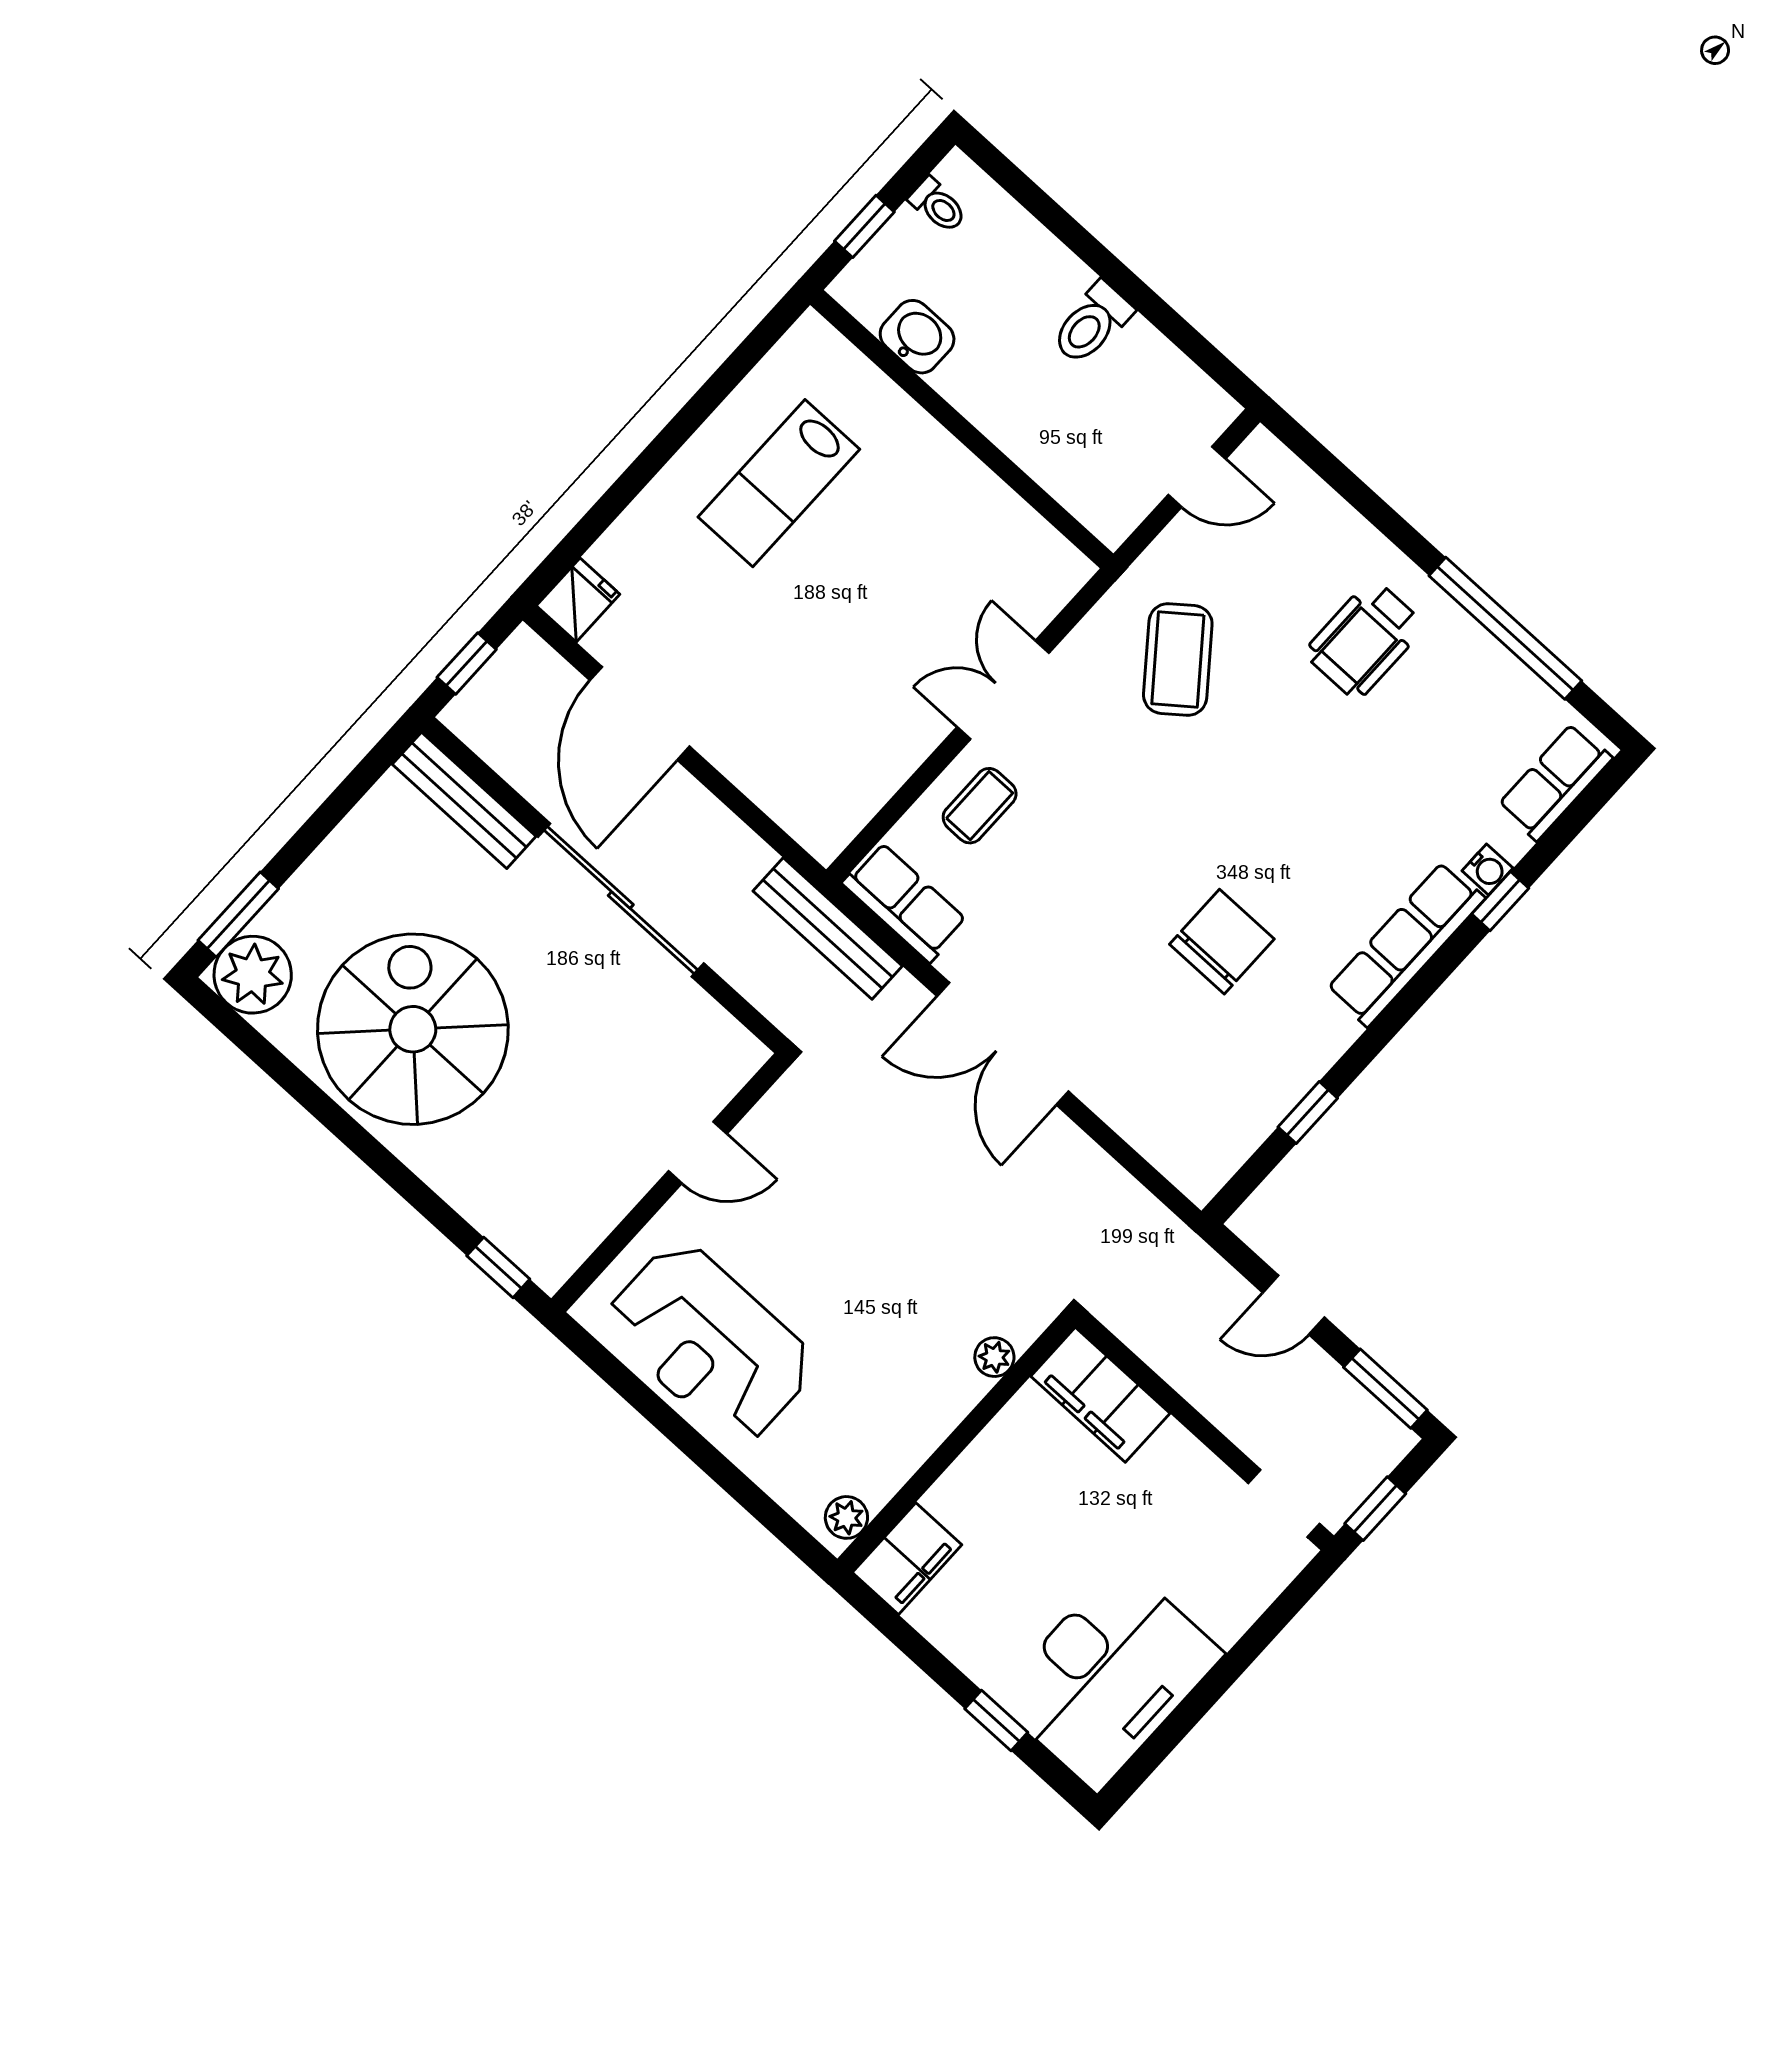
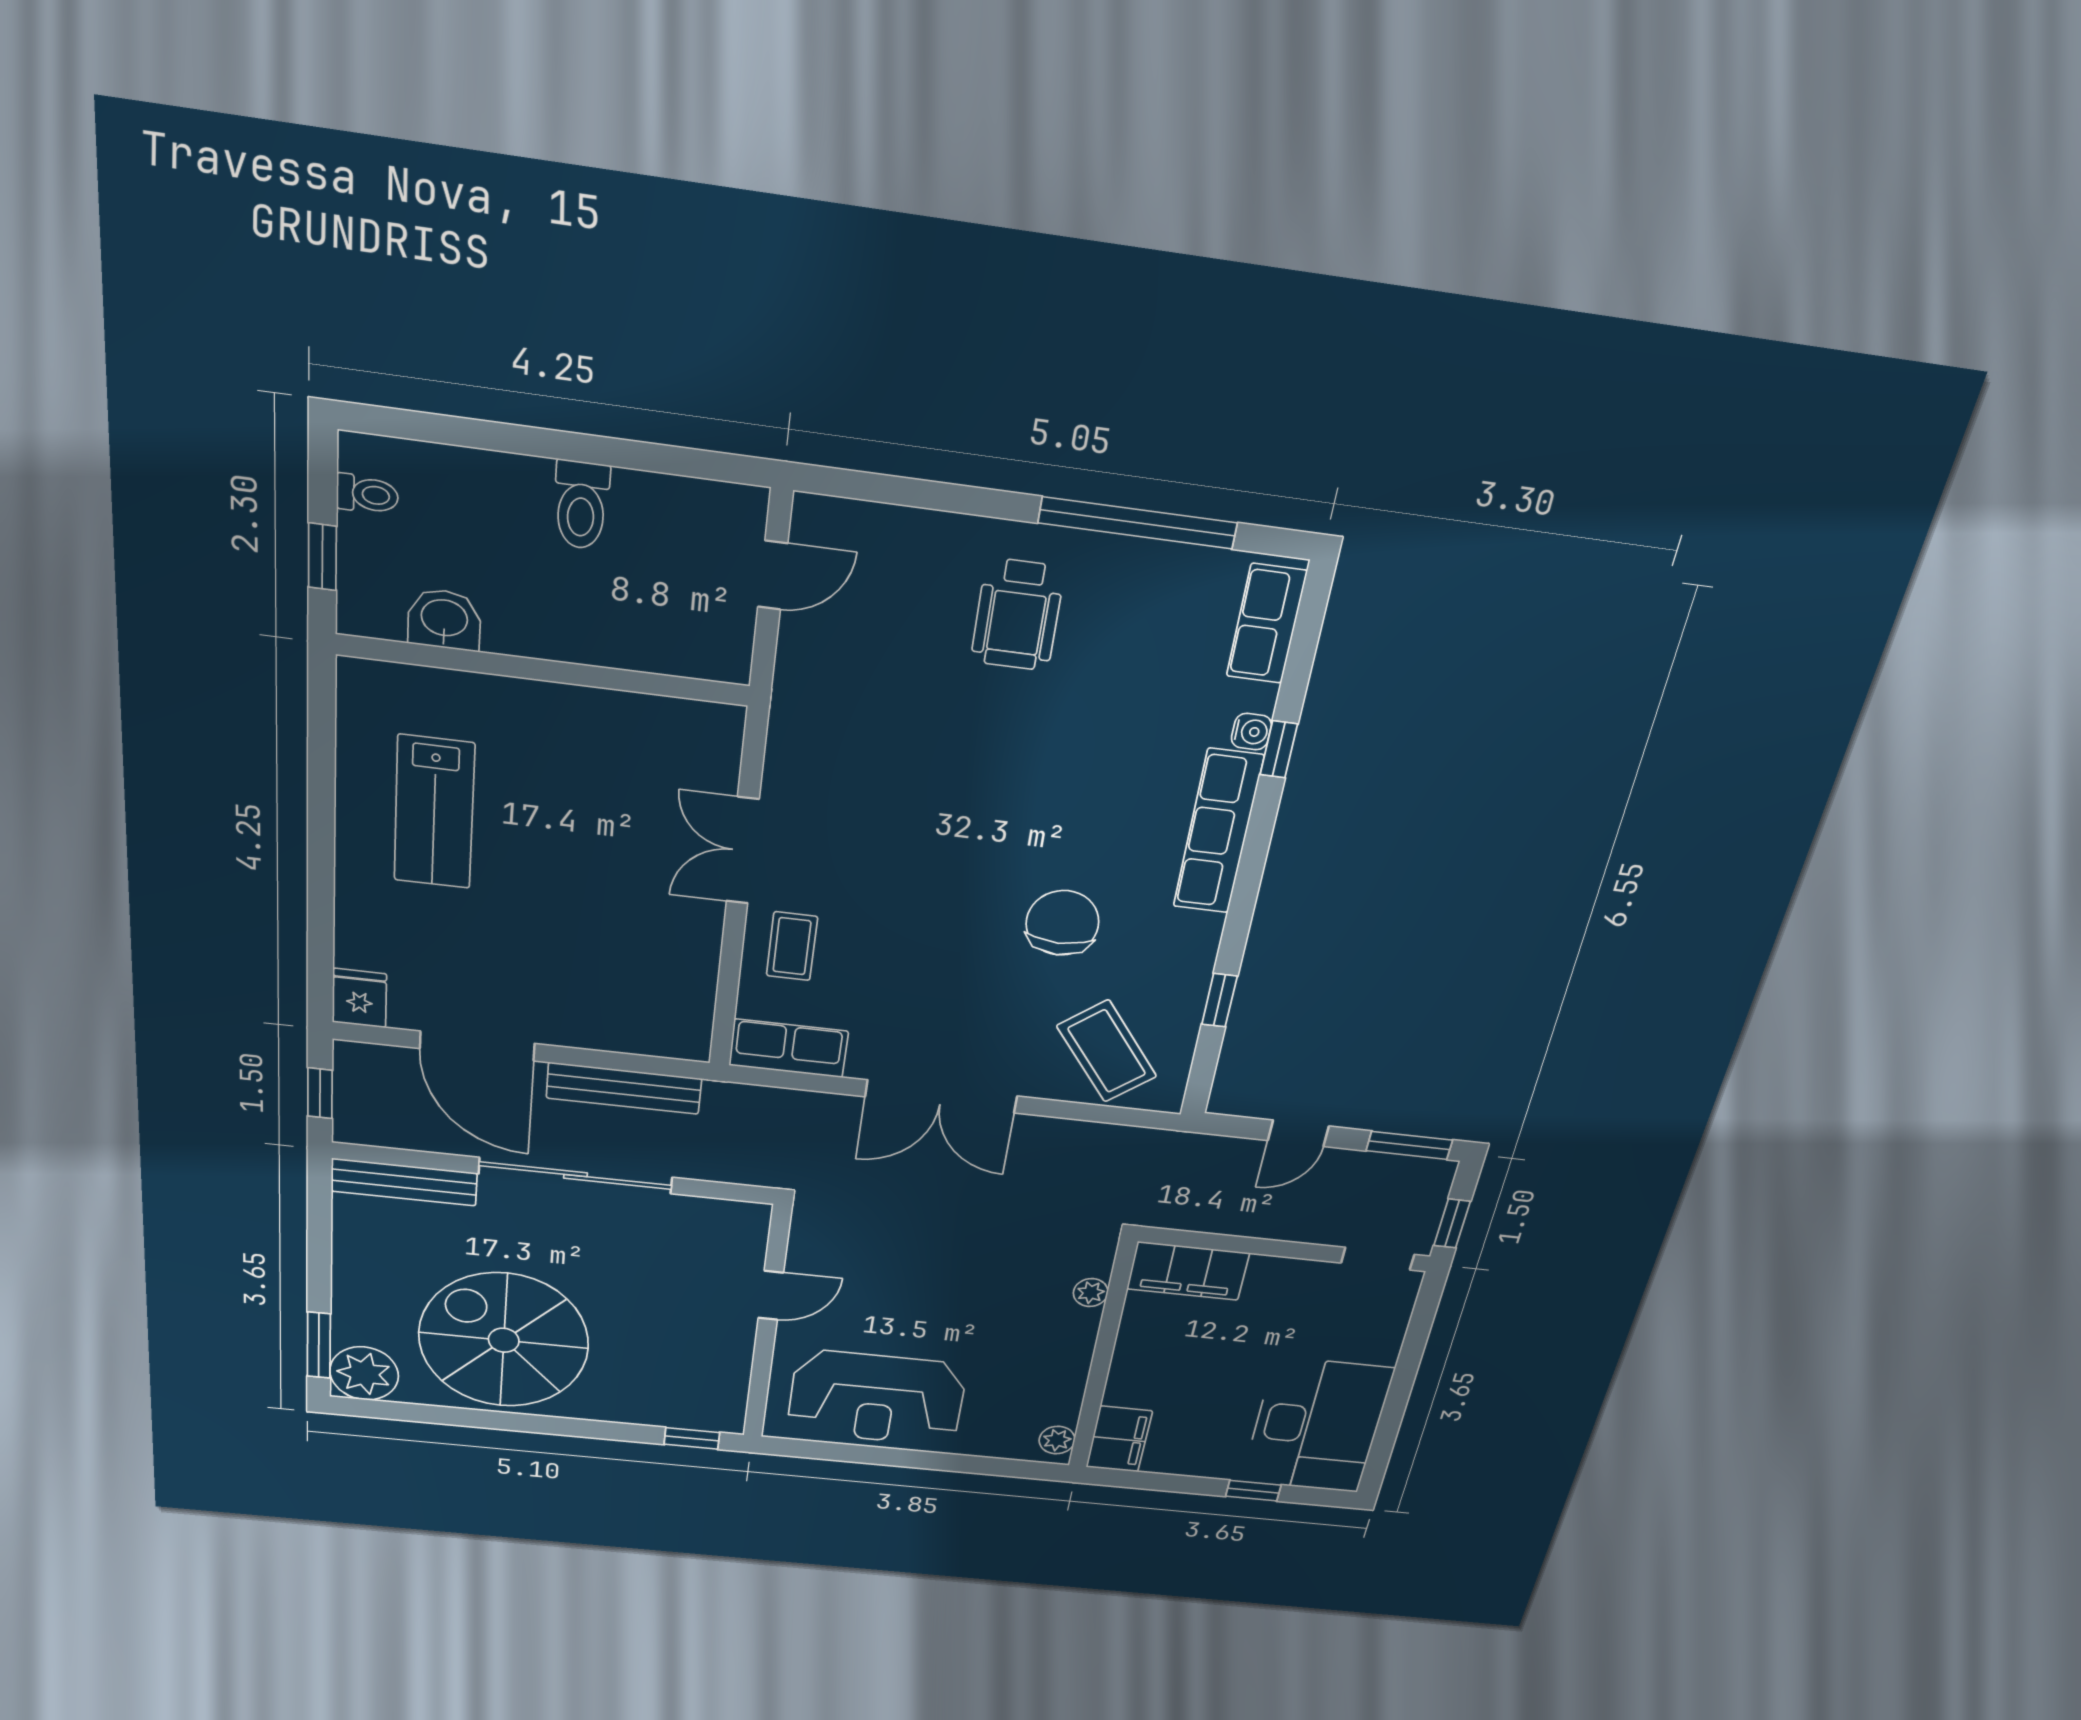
coffee table: (1178, 660) -> (1107, 1051), moved
bench: (828, 928) -> (624, 1088), moved

